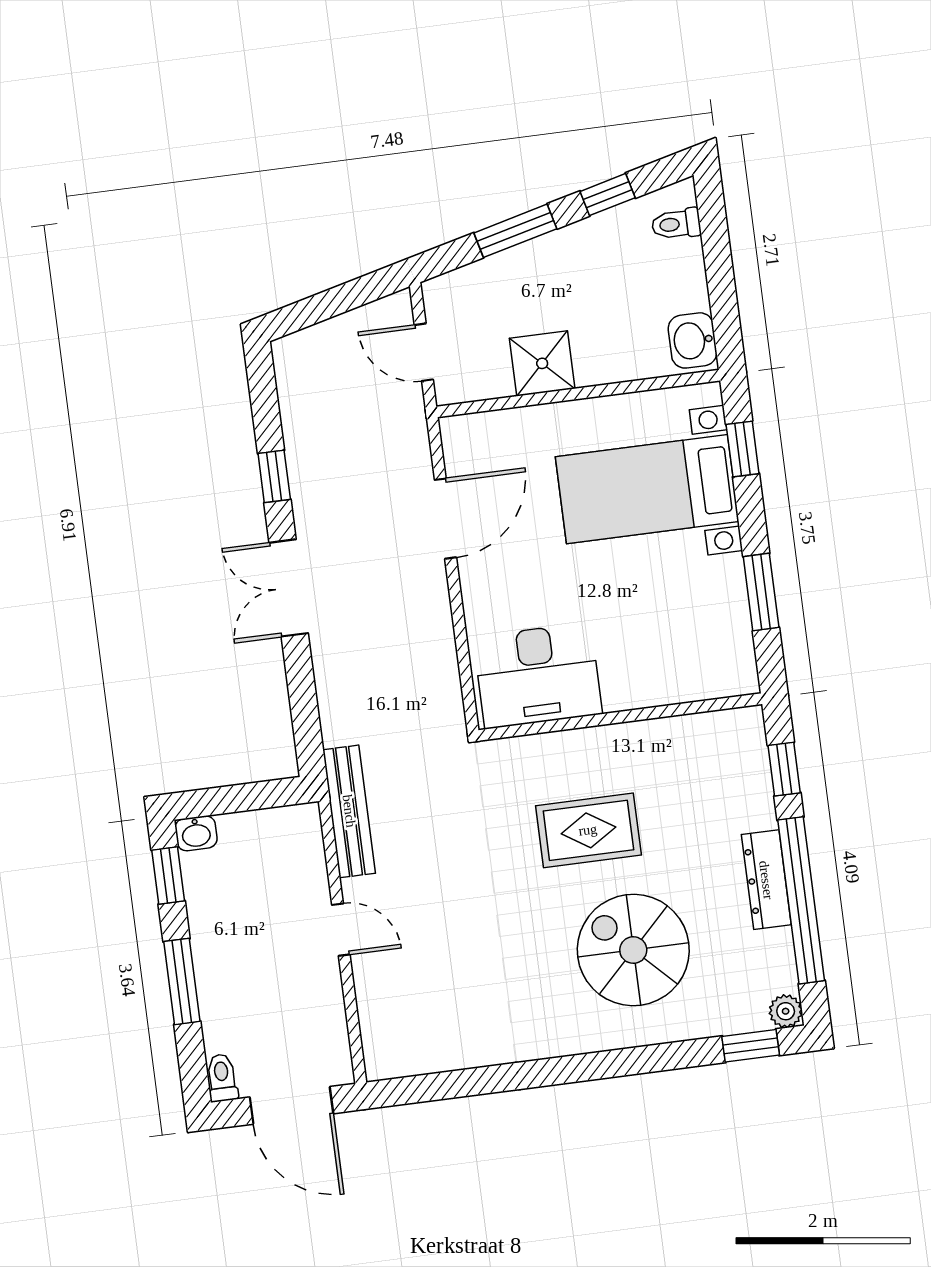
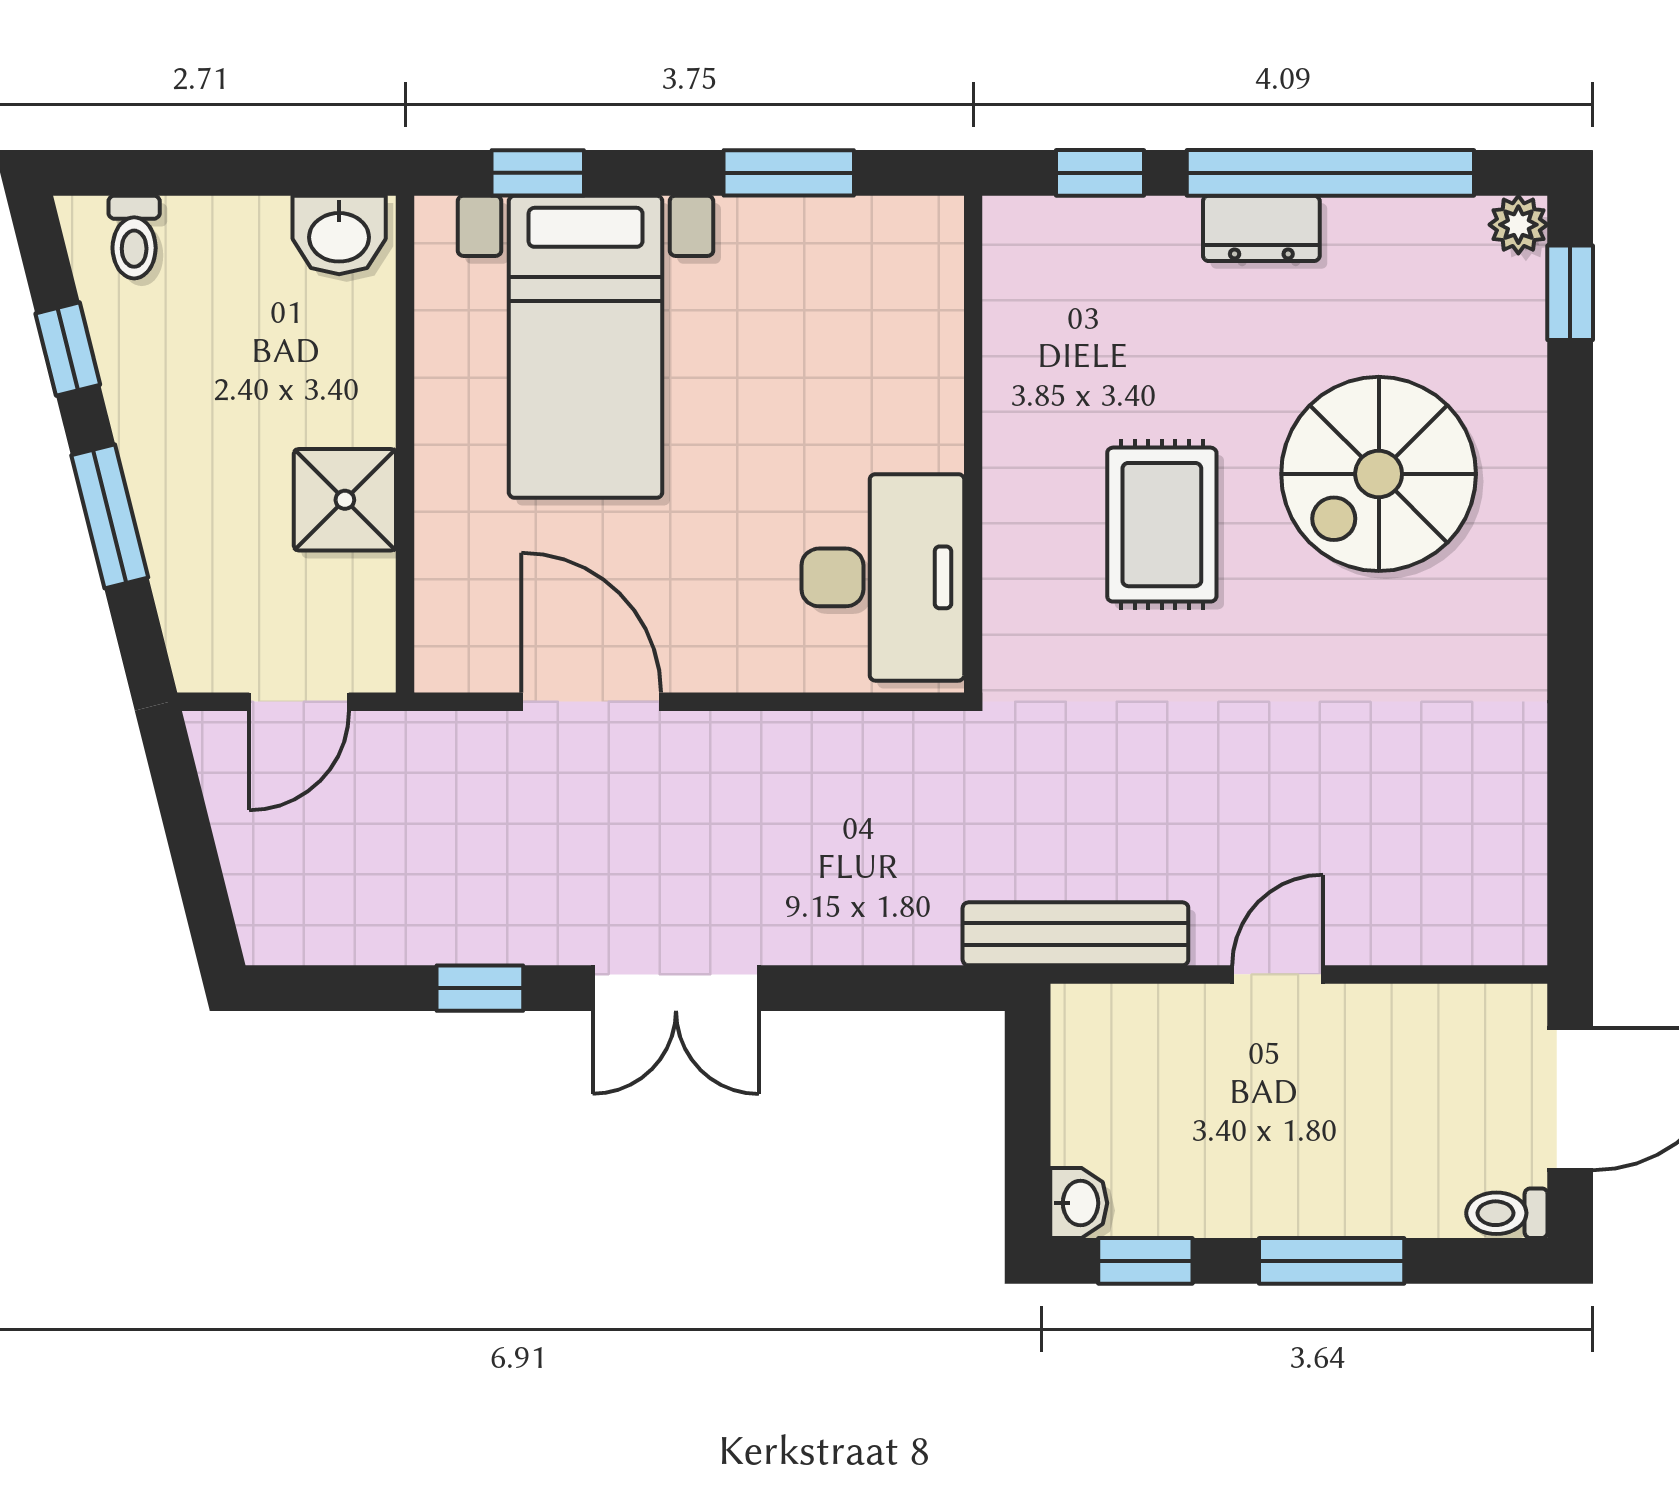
dresser: (766, 880) -> (1261, 228), width x0.70

